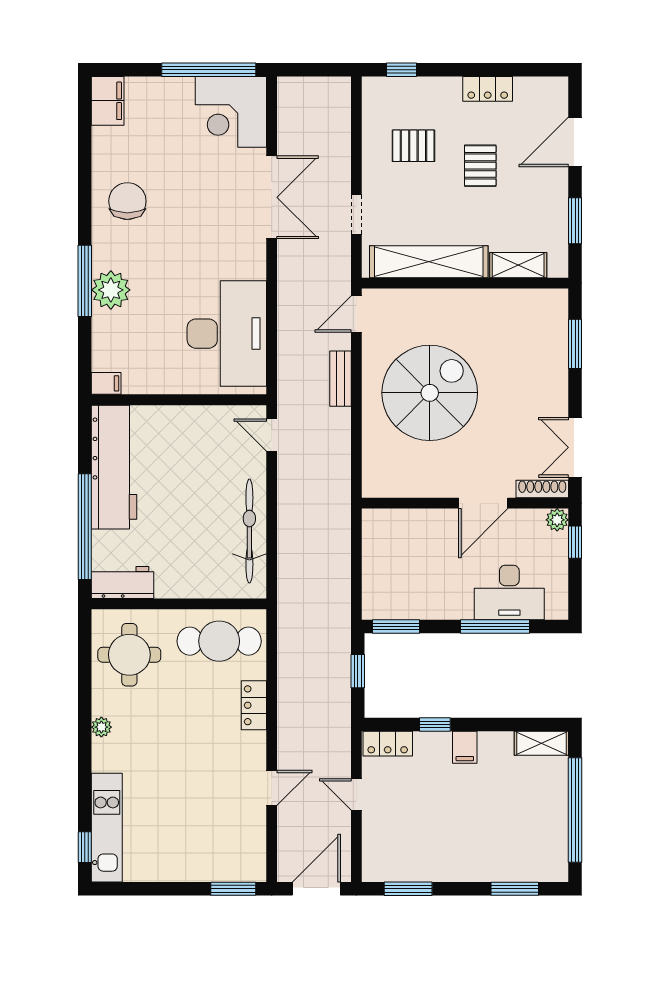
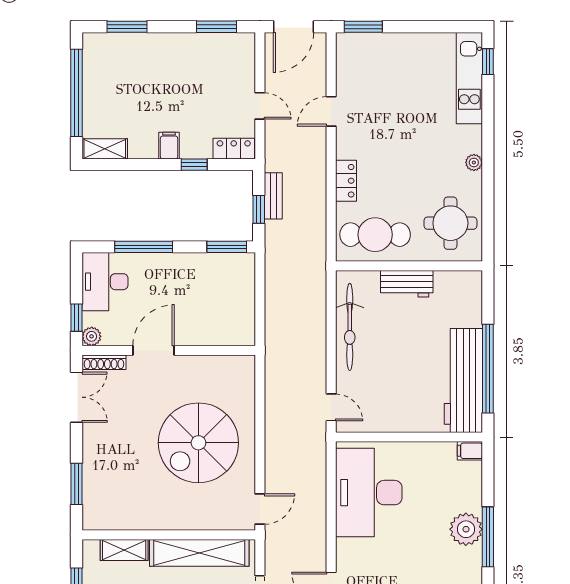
bench: (341, 379) -> (273, 196), moved
window: (85, 527) -> (488, 369), moved
workbench: (122, 583) -> (407, 284), moved
desk: (509, 592) -> (105, 282), moved, turned -90

